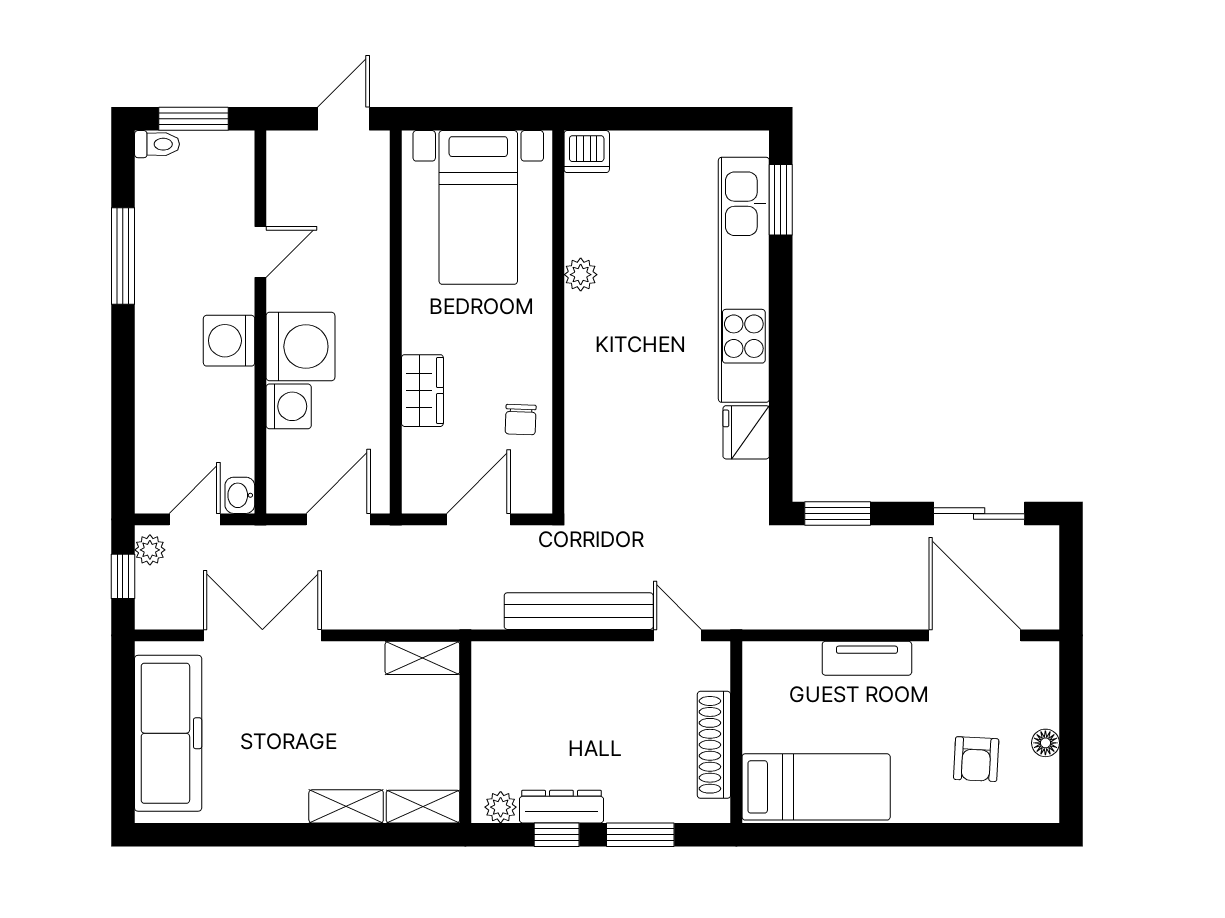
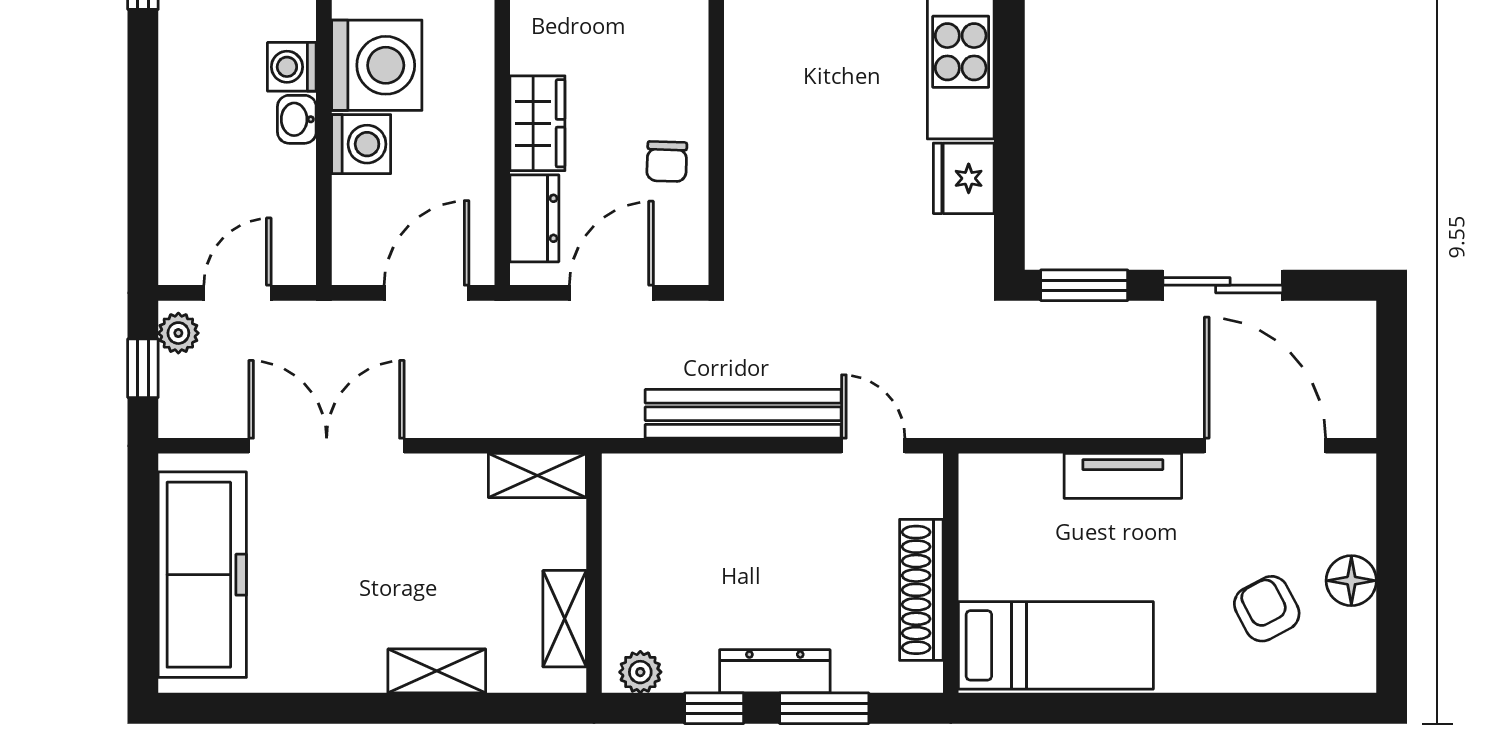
washing machine: (229, 341) -> (292, 67), width x0.73, depth x0.73
dresser: (420, 463) -> (534, 218), added
washbasin: (240, 495) -> (297, 119), moved
sliding door: (979, 514) -> (1223, 285), moved
floor lamp: (1045, 743) -> (1351, 581), width x1.37, depth x1.37
armchair: (976, 759) -> (1267, 609), turned 149
shelving: (423, 807) -> (565, 619), moved, turned 90
dresser: (561, 807) -> (775, 671), moved

